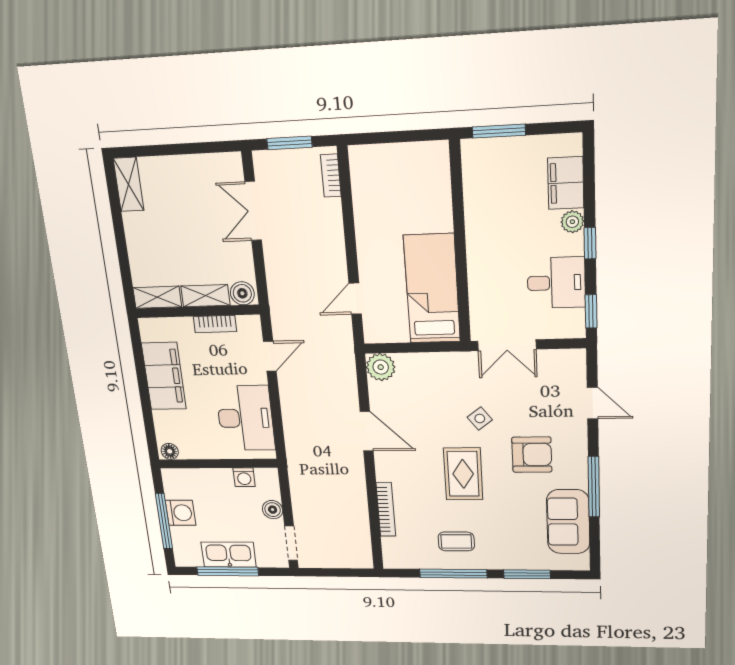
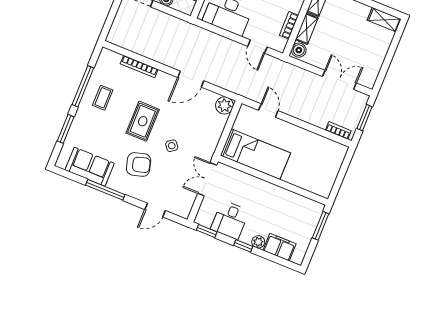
armchair: (532, 455) -> (139, 164), turned -105
rug: (463, 474) -> (143, 121), turned 90

